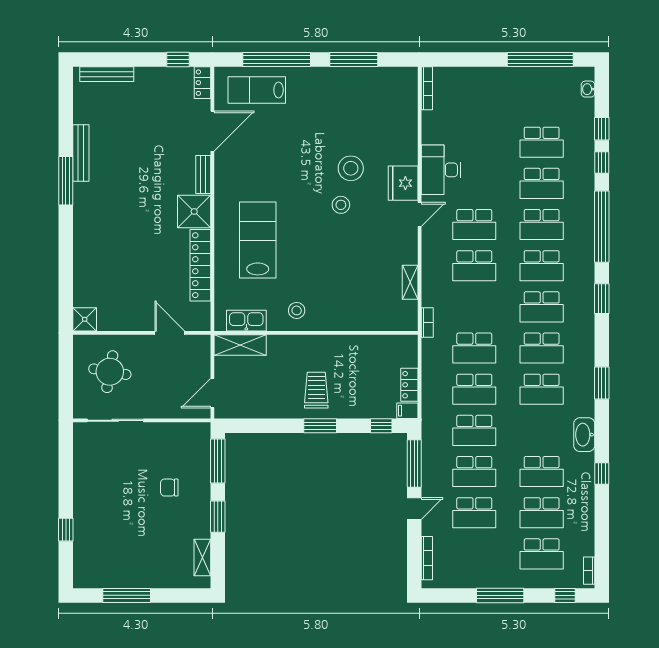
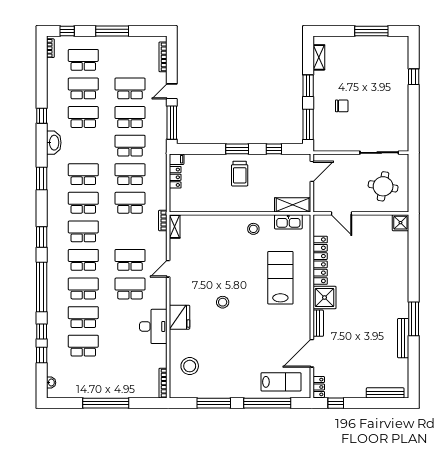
window: (540, 59) -> (106, 403), moved
stool: (351, 168) -> (190, 366), moved
door: (420, 214) -> (168, 269), moved
lab bench: (258, 240) -> (280, 278), turned 180
shelving: (410, 282) -> (175, 227), moved
window: (381, 426) -> (274, 149), moved

